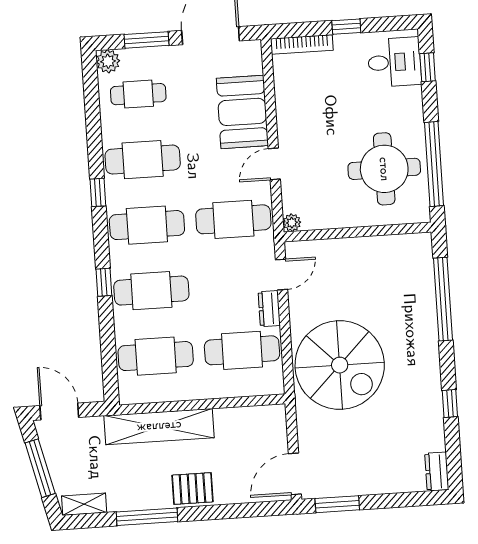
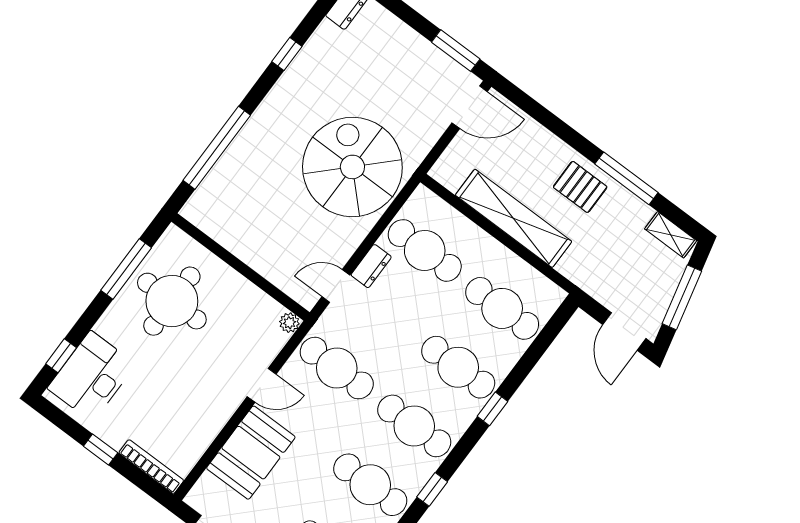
desk: (394, 62) -> (92, 376), width x1.37
window: (434, 164) -> (126, 269), width x0.68
shelving: (159, 427) -> (514, 218), moved
pallet: (192, 488) -> (580, 187), moved

